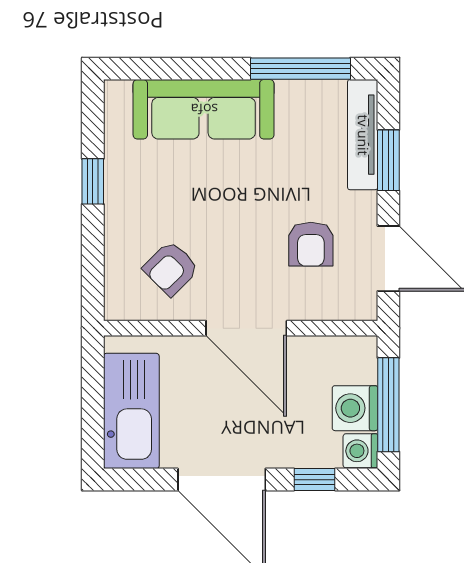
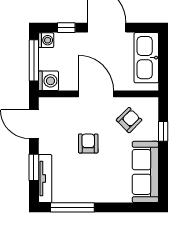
sofa: (204, 109) -> (145, 172), moved, turned -90
window: (93, 181) -> (163, 131), moved
armchair: (311, 244) -> (88, 143), moved
washing machine: (355, 408) -> (48, 81), moved

